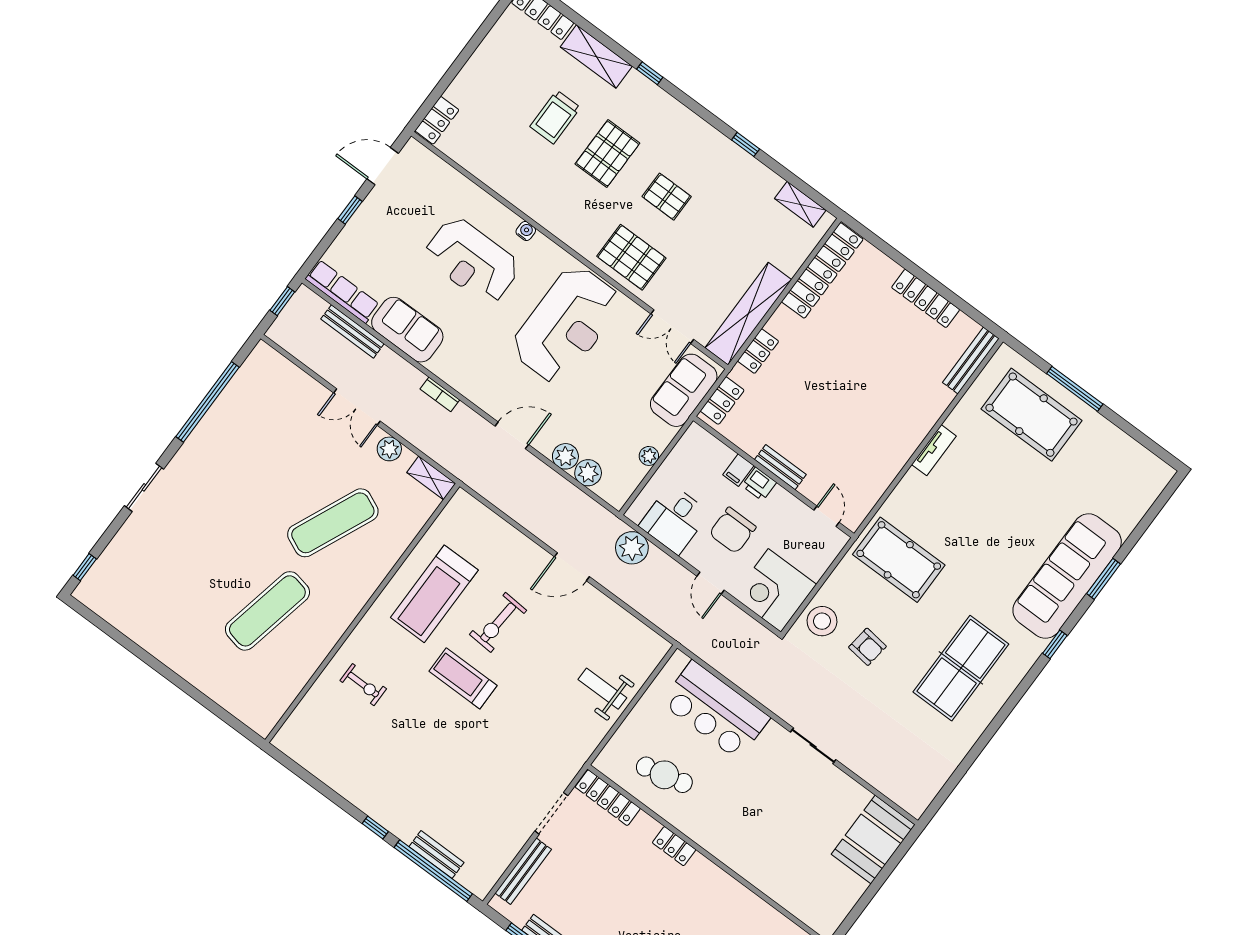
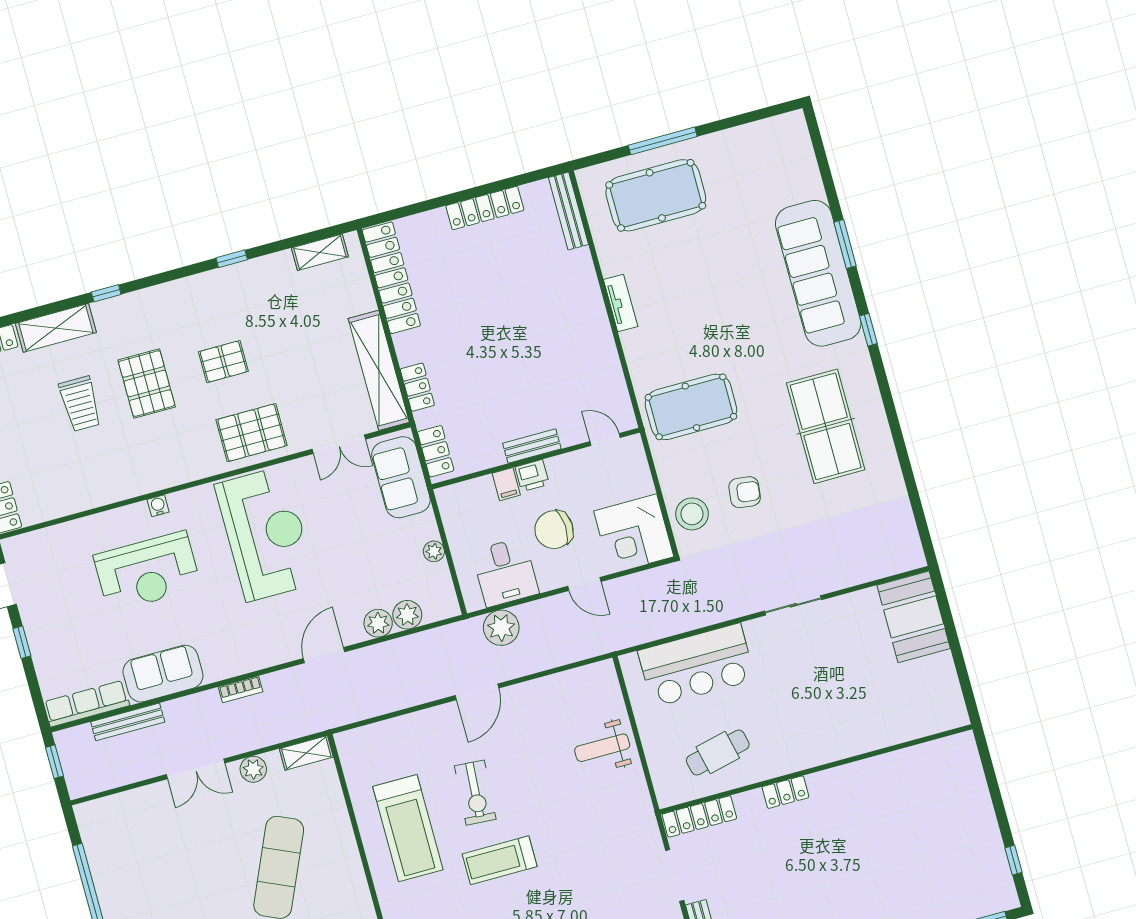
chair: (733, 530) -> (554, 530), turned 87

